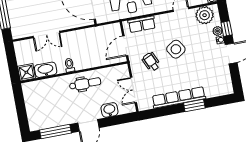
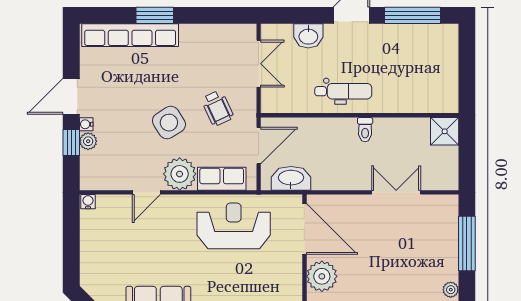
plant: (205, 15) -> (180, 174), moved
washbasin: (46, 70) -> (291, 178), moved, turned 180
dental chair: (85, 84) -> (343, 91), turned 180
row of seats: (179, 97) -> (130, 35), moved

